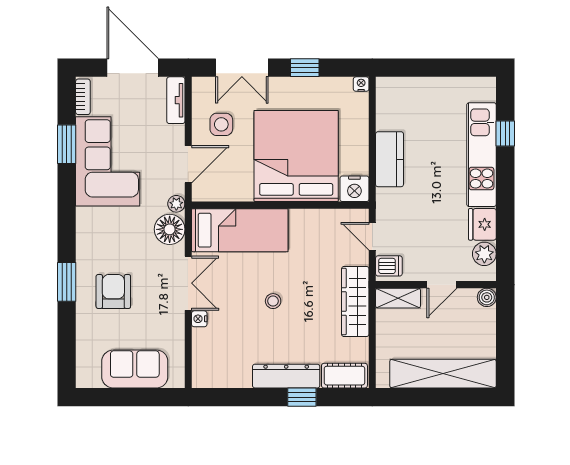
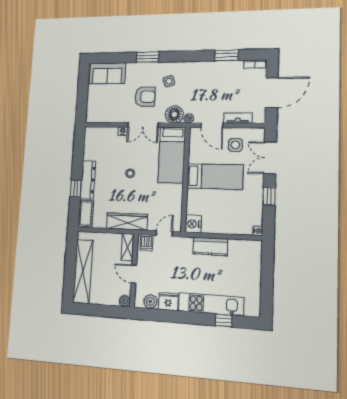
tv unit: (176, 100) -> (238, 118), moved
bed: (296, 156) -> (215, 176), width x0.49
corner sofa: (108, 161) -> (216, 79), removed
side table: (111, 242) -> (169, 81), added
armchair: (113, 291) -> (145, 97), moved
sofa: (135, 369) -> (107, 73), moved, turned 90

